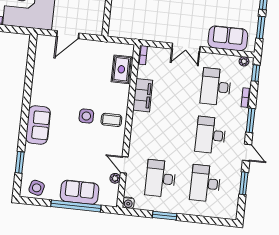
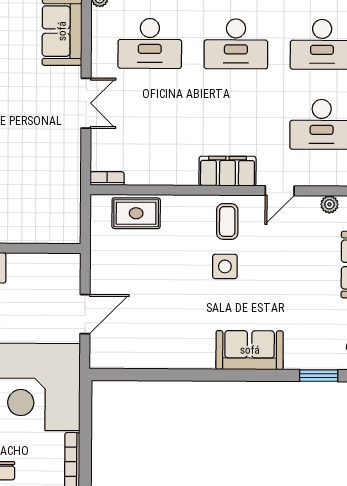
door: (68, 35) -> (85, 314), hinge flipped
filing cabinet: (143, 95) -> (227, 171), moved
door: (124, 165) -> (280, 191), moved

